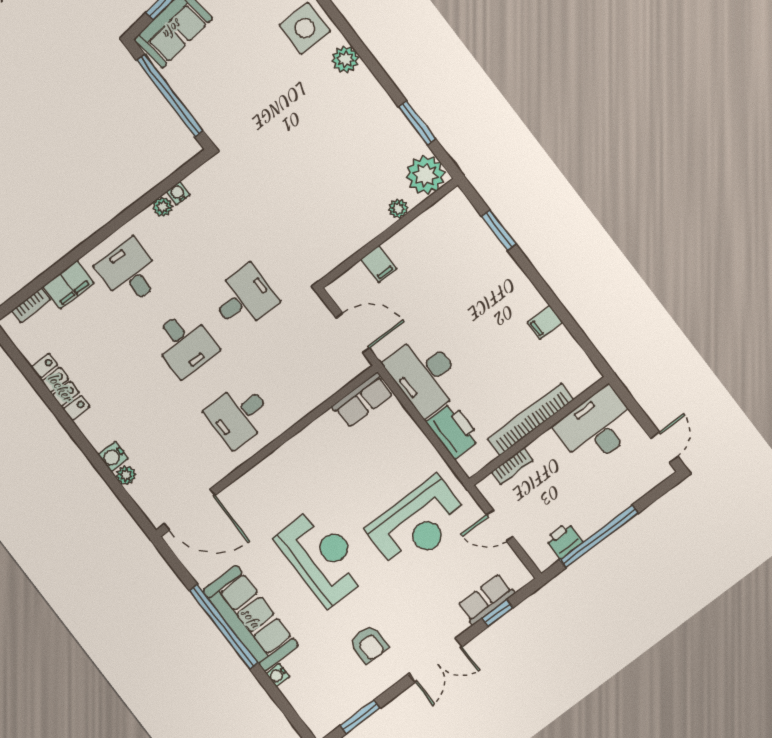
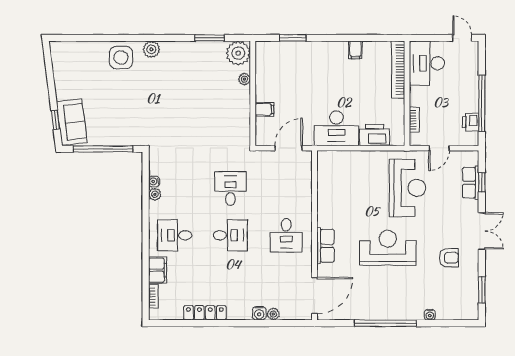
row of seats: (363, 400) -> (325, 246), moved
bookcase: (531, 419) -> (398, 70), moved
sofa: (251, 618) -> (391, 307), removed

